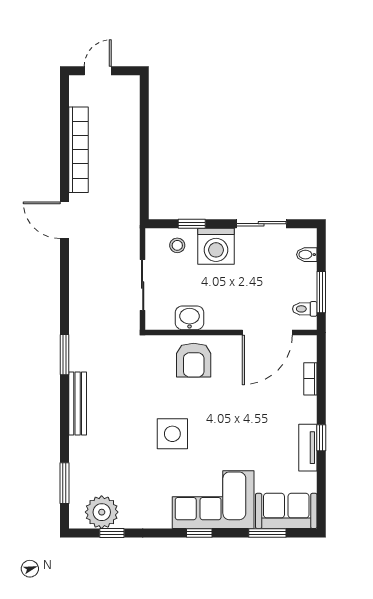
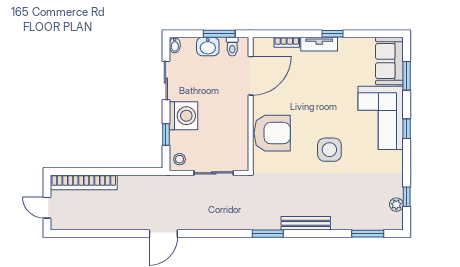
bookcase: (78, 150) -> (84, 182), moved, turned 180
stool: (177, 245) -> (180, 159), moved
bidet: (307, 255) -> (175, 45), moved
washbasin: (190, 318) -> (208, 47), moved, turned -90
door: (267, 332) -> (251, 76), hinge flipped
armchair: (194, 360) -> (272, 133), width x1.36, depth x1.36
tv unit: (308, 448) -> (319, 44), moved
plant: (102, 512) -> (396, 205), width x0.53, depth x0.53

